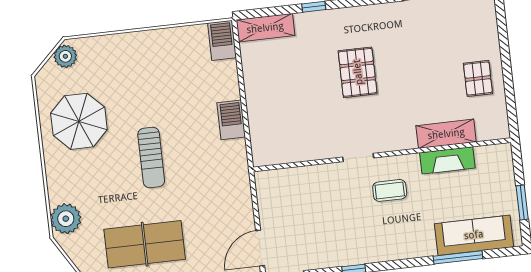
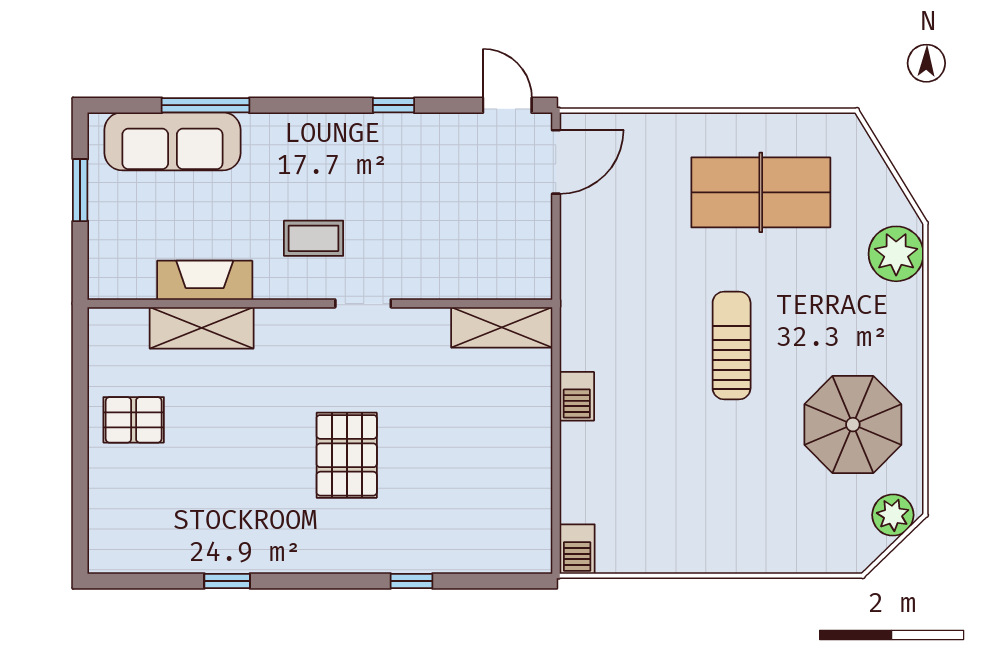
shelving: (265, 28) -> (502, 327), moved
barbecue: (222, 40) -> (577, 549), width x0.73, depth x0.79
plant: (65, 56) -> (893, 515), moved
pallet: (478, 78) -> (134, 420), turned 90
barbecue: (231, 120) -> (577, 396), width x0.73, depth x0.79

